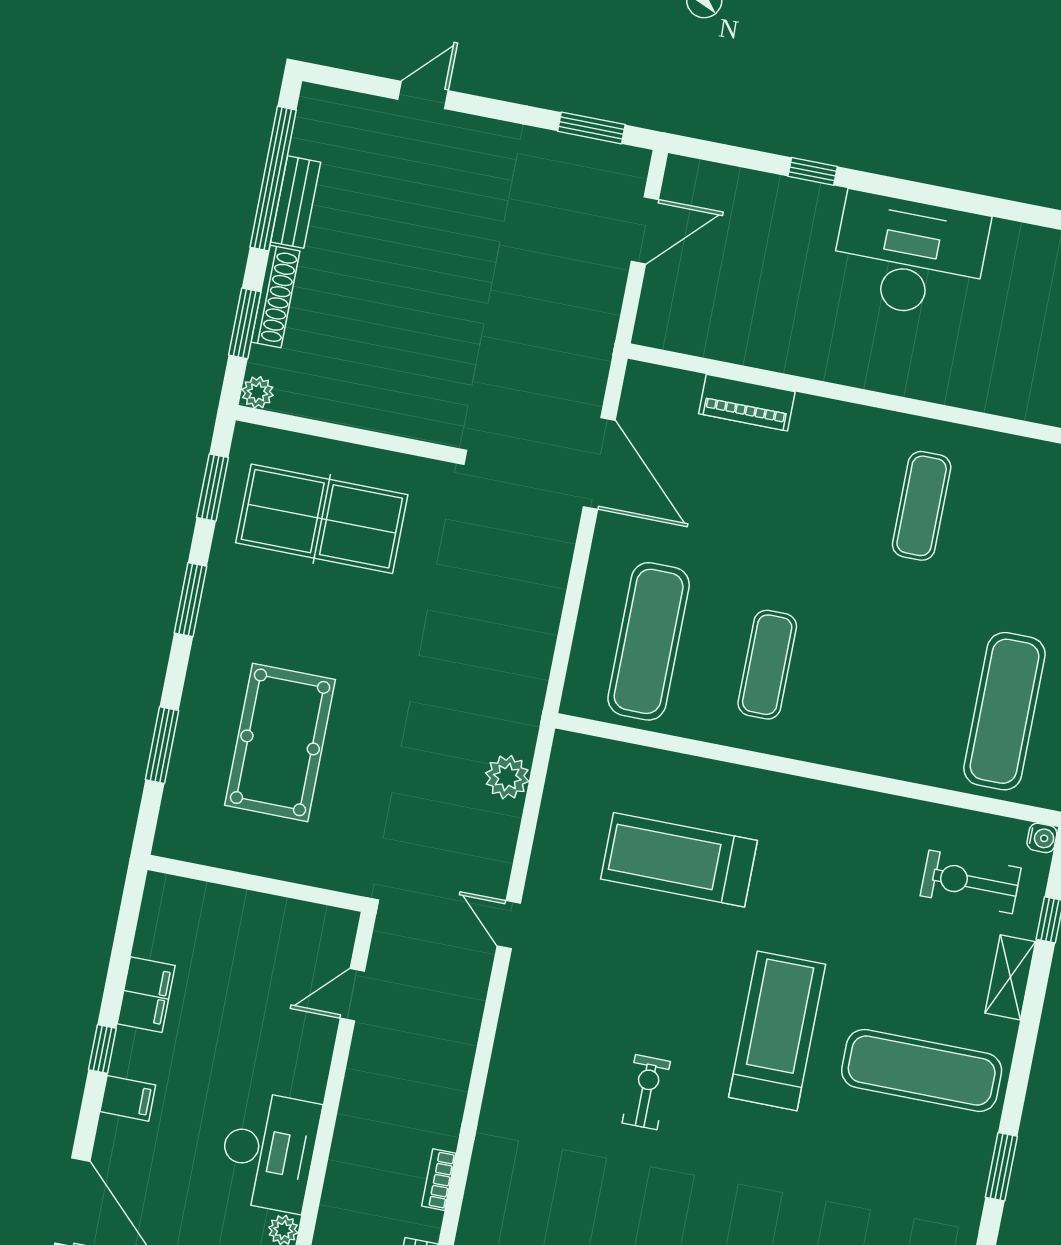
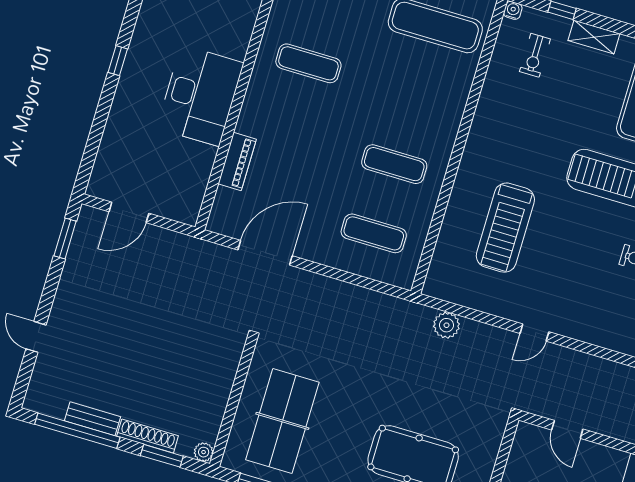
window: (813, 171) -> (118, 61), moved
door: (645, 230) -> (129, 212), swing flipped
desk: (909, 256) -> (200, 96), moved, turned 180
exercise mat: (649, 641) -> (374, 233), width x0.73, depth x0.69
exercise bike: (971, 882) -> (535, 55), width x0.73, depth x0.72

